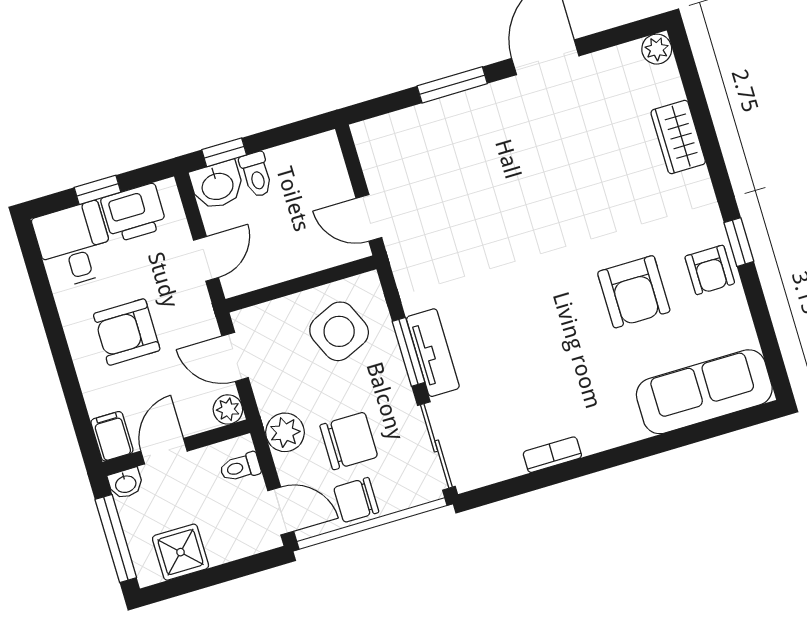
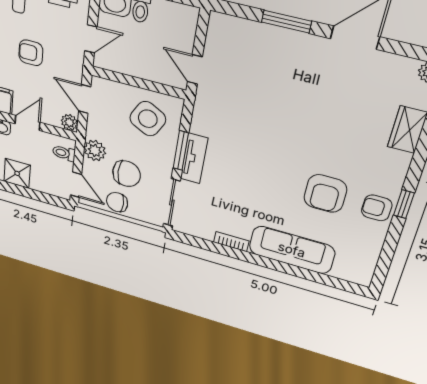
armchair: (710, 270) -> (377, 208), turned 90
side table: (339, 331) -> (148, 119), turned -38
armchair: (127, 332) -> (31, 53), width x0.72, depth x0.72
sofa: (704, 392) -> (292, 250), moved

